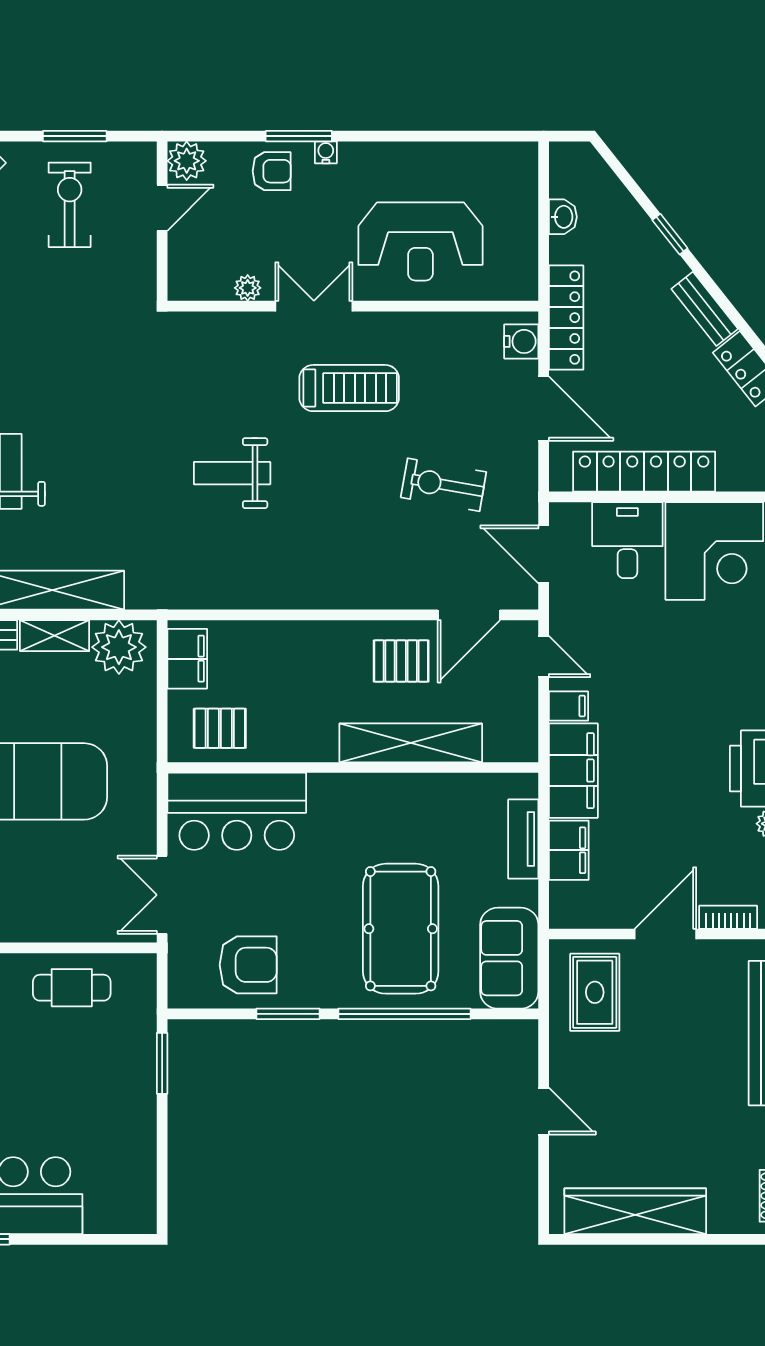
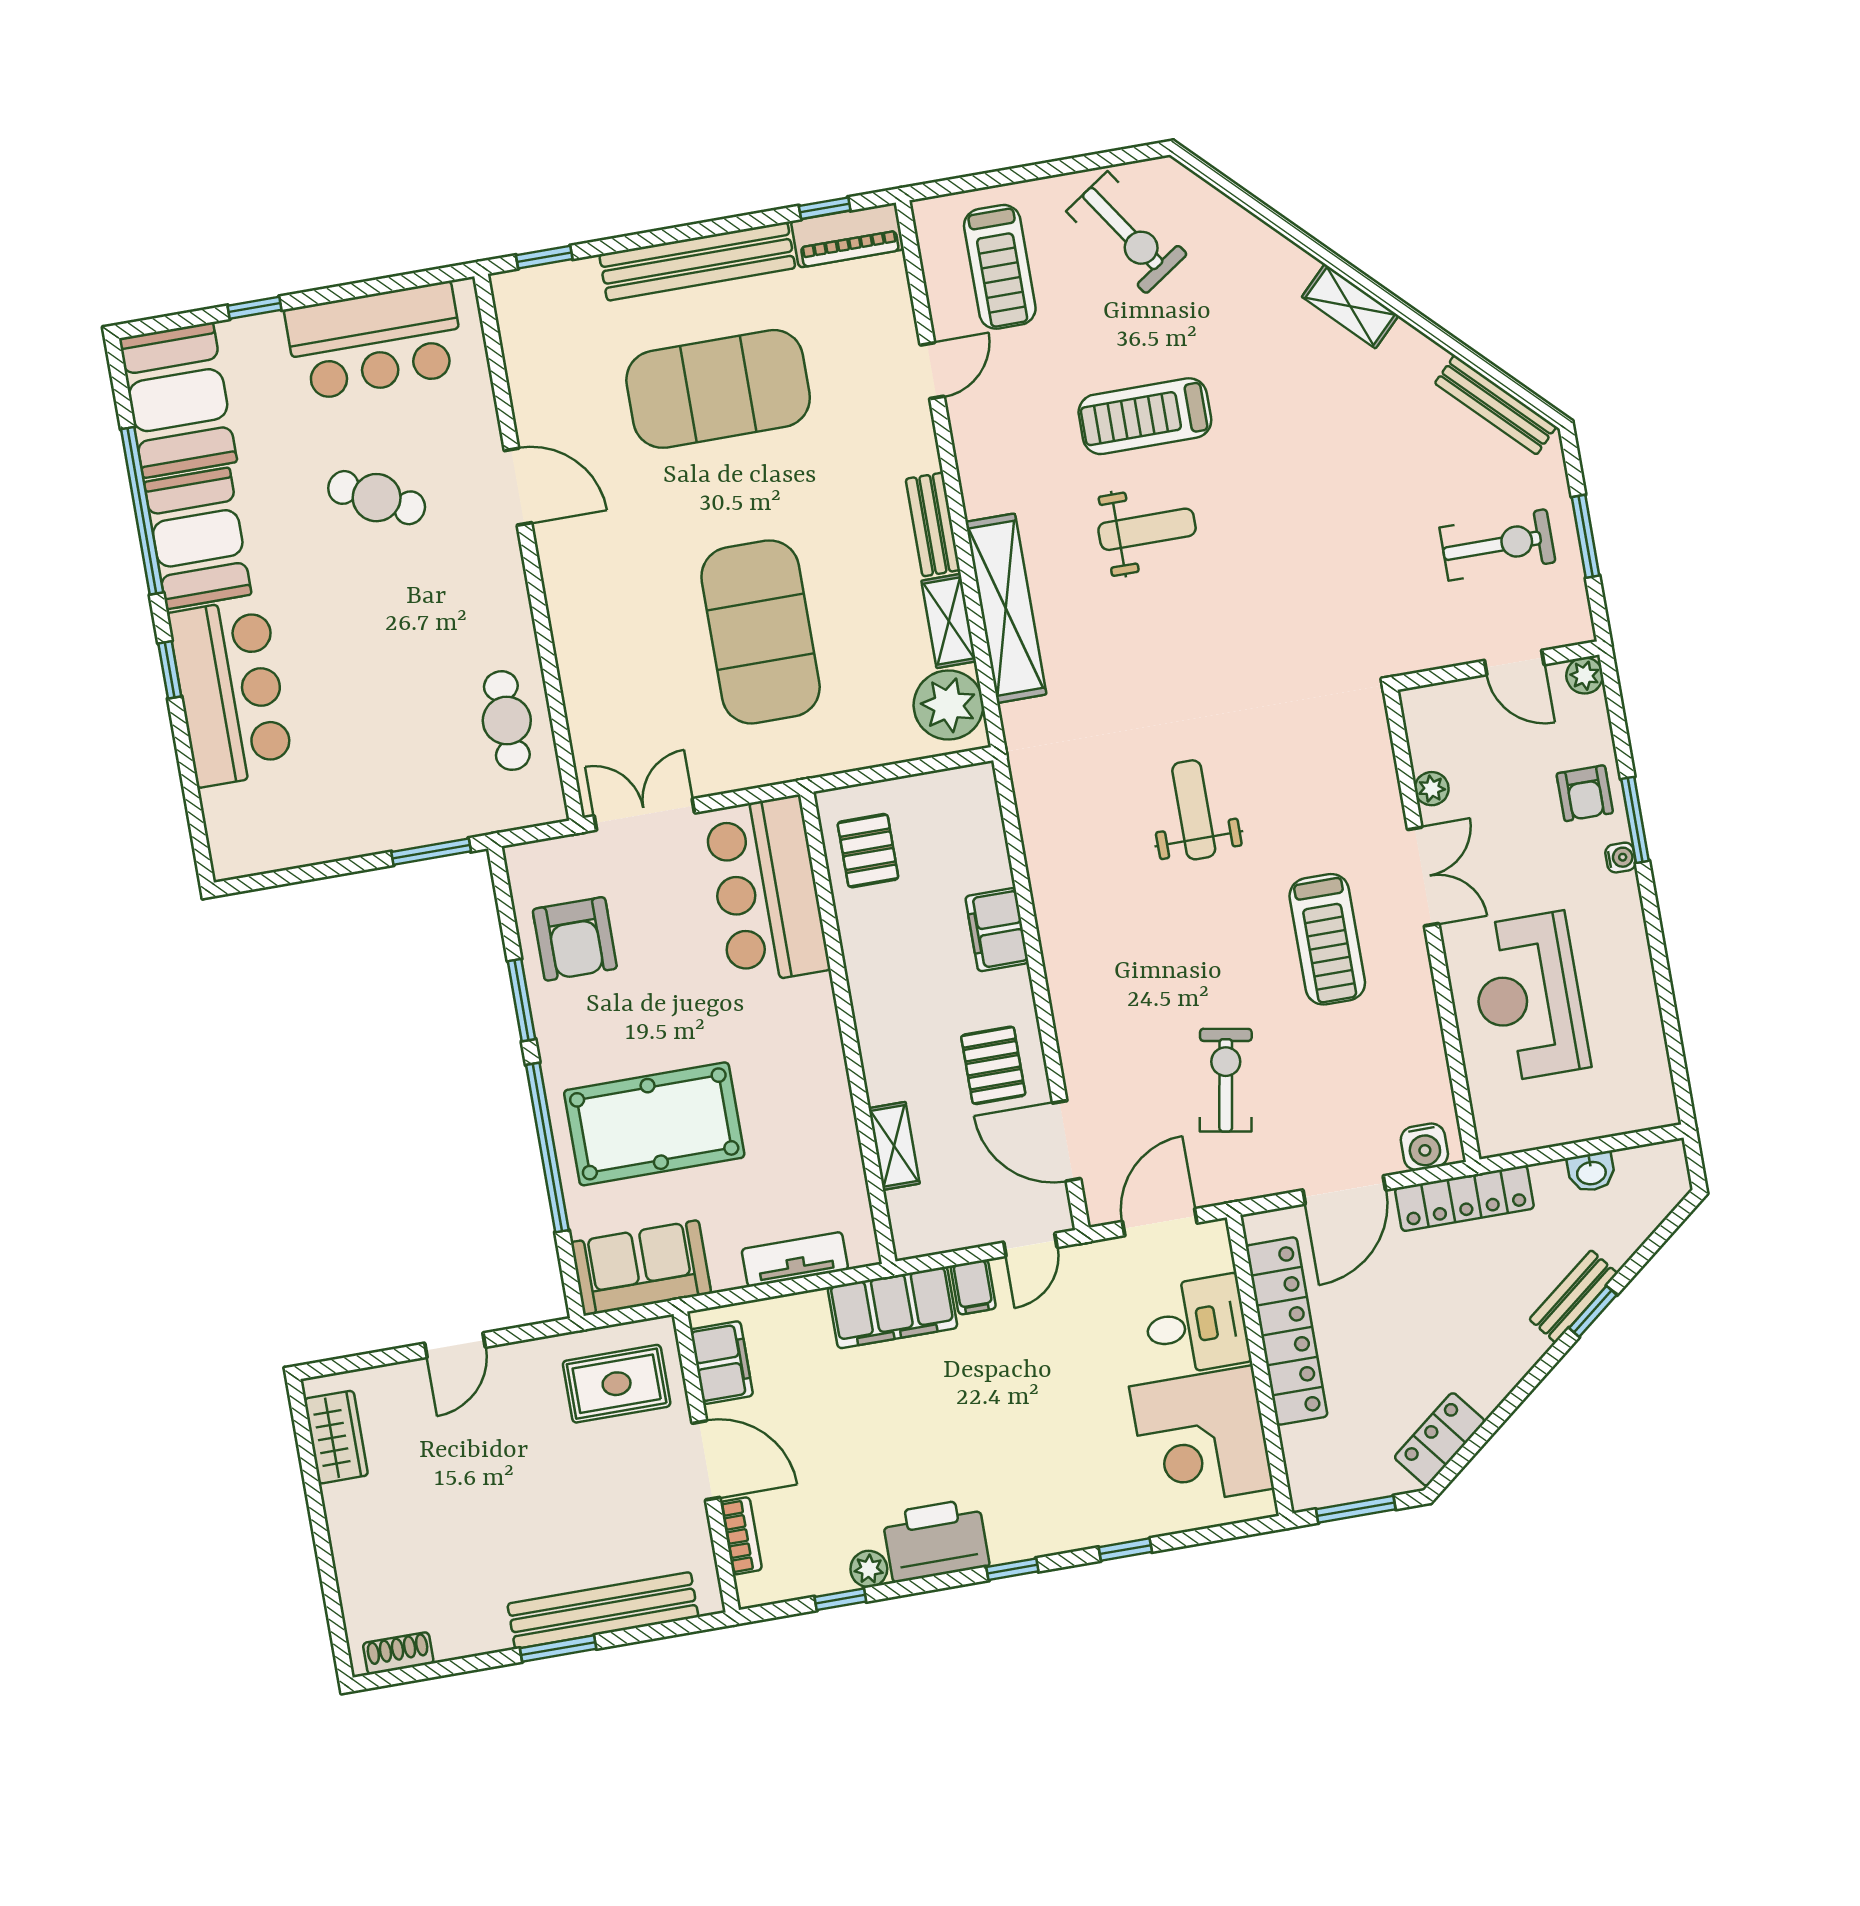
plant: (187, 161) -> (1585, 675), width x0.73, depth x0.73
bench: (705, 309) -> (1573, 1296), moved
filing cabinet: (187, 659) -> (997, 930), moved, turned 90
shelving: (411, 743) -> (894, 1146), width x0.45, depth x0.75
filing cabinet: (569, 850) -> (722, 1363), moved, turned -90
wardrobe: (635, 1211) -> (336, 1437), width x0.48, depth x0.85

